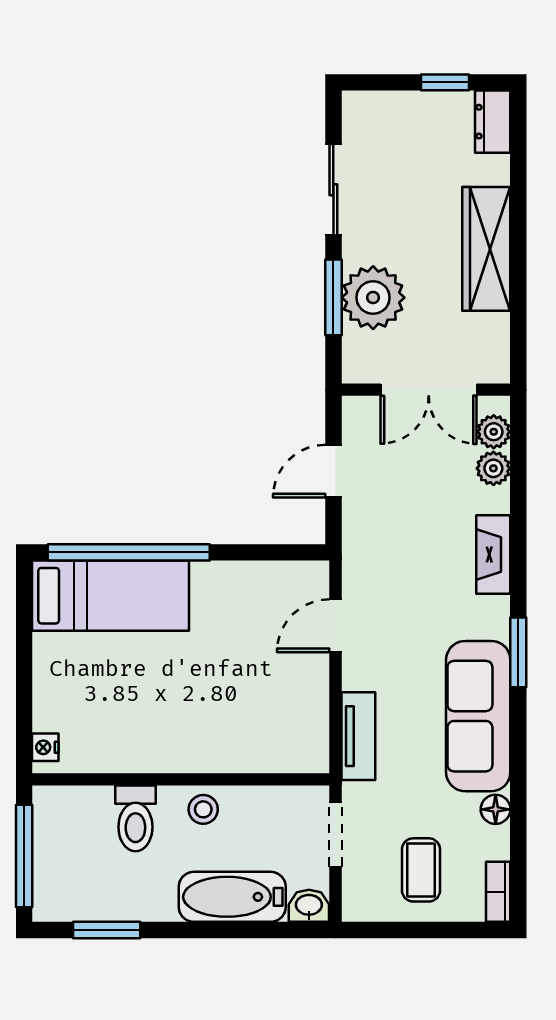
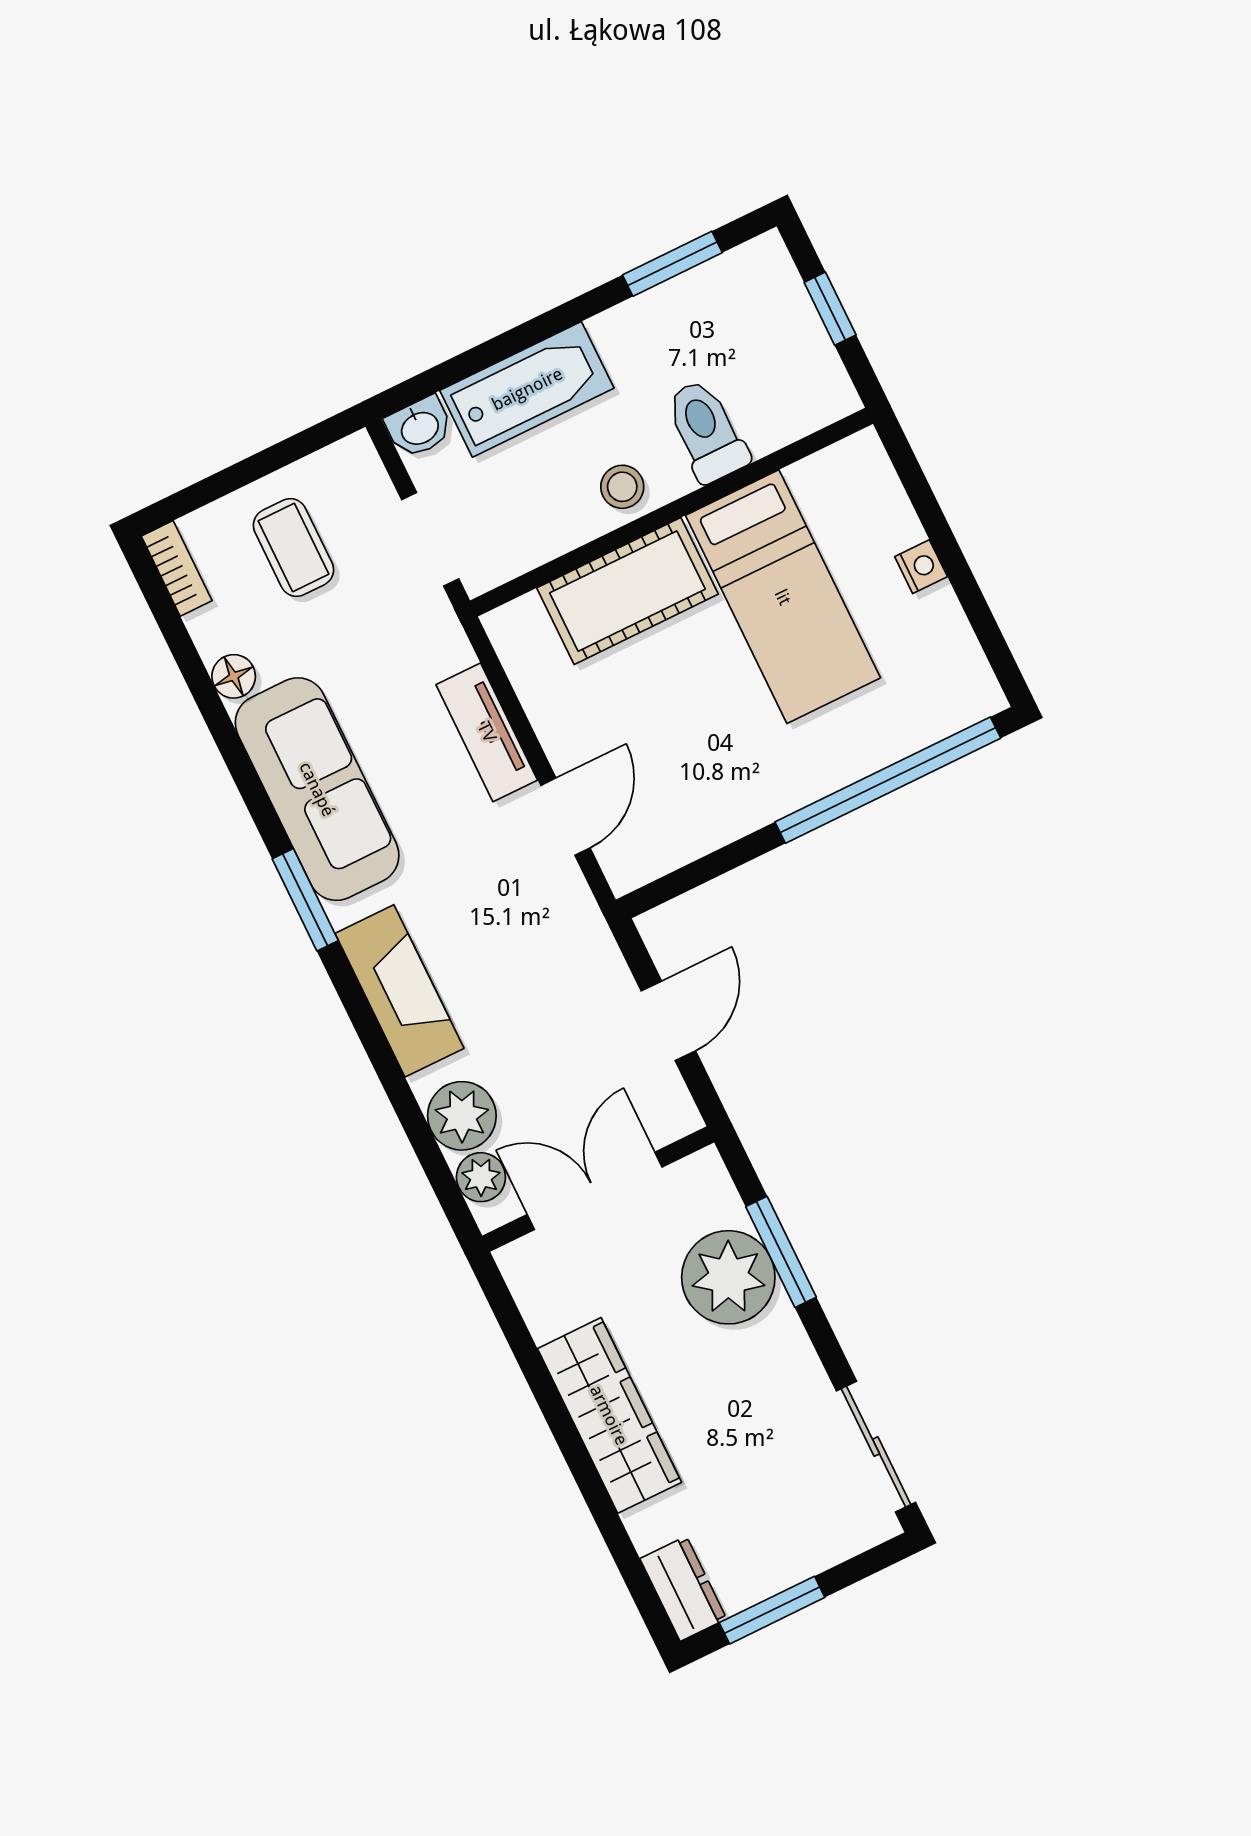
window: (445, 82) -> (772, 1610), width x1.50
sliding door: (333, 190) -> (876, 1447), moved
plant: (493, 468) -> (462, 1116), width x1.38, depth x1.38
fireplace: (493, 555) -> (399, 991), width x1.37, depth x1.32
bed: (111, 596) -> (783, 597), moved, turned -90
tv unit: (358, 736) -> (487, 732), moved
cot: (231, 744) -> (627, 591), added
nightstand: (45, 747) -> (921, 567), moved
window: (24, 856) -> (830, 309), width x0.46

